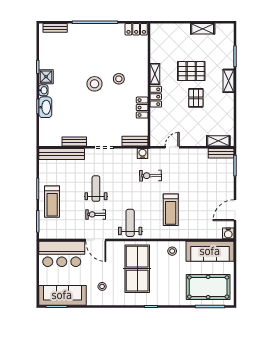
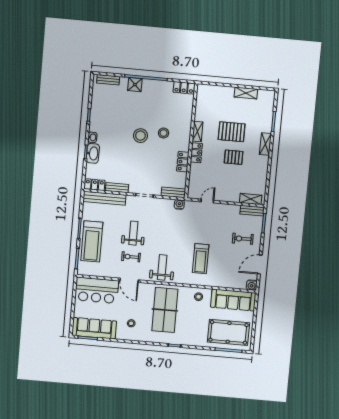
shower: (46, 77) -> (135, 85), moved
pallet: (196, 98) -> (234, 157), turned 90
locker: (50, 140) -> (95, 185), added
exercise bike: (151, 176) -> (243, 239), moved
treadmill: (52, 202) -> (92, 241), width x1.37, depth x1.38

